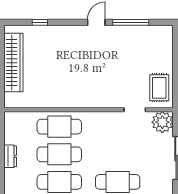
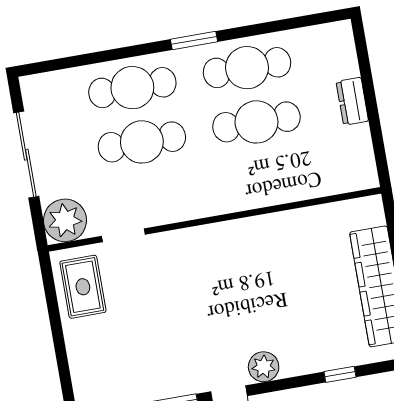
plant: (77, 33) -> (264, 367), added
cafe table: (59, 127) -> (142, 142), moved

